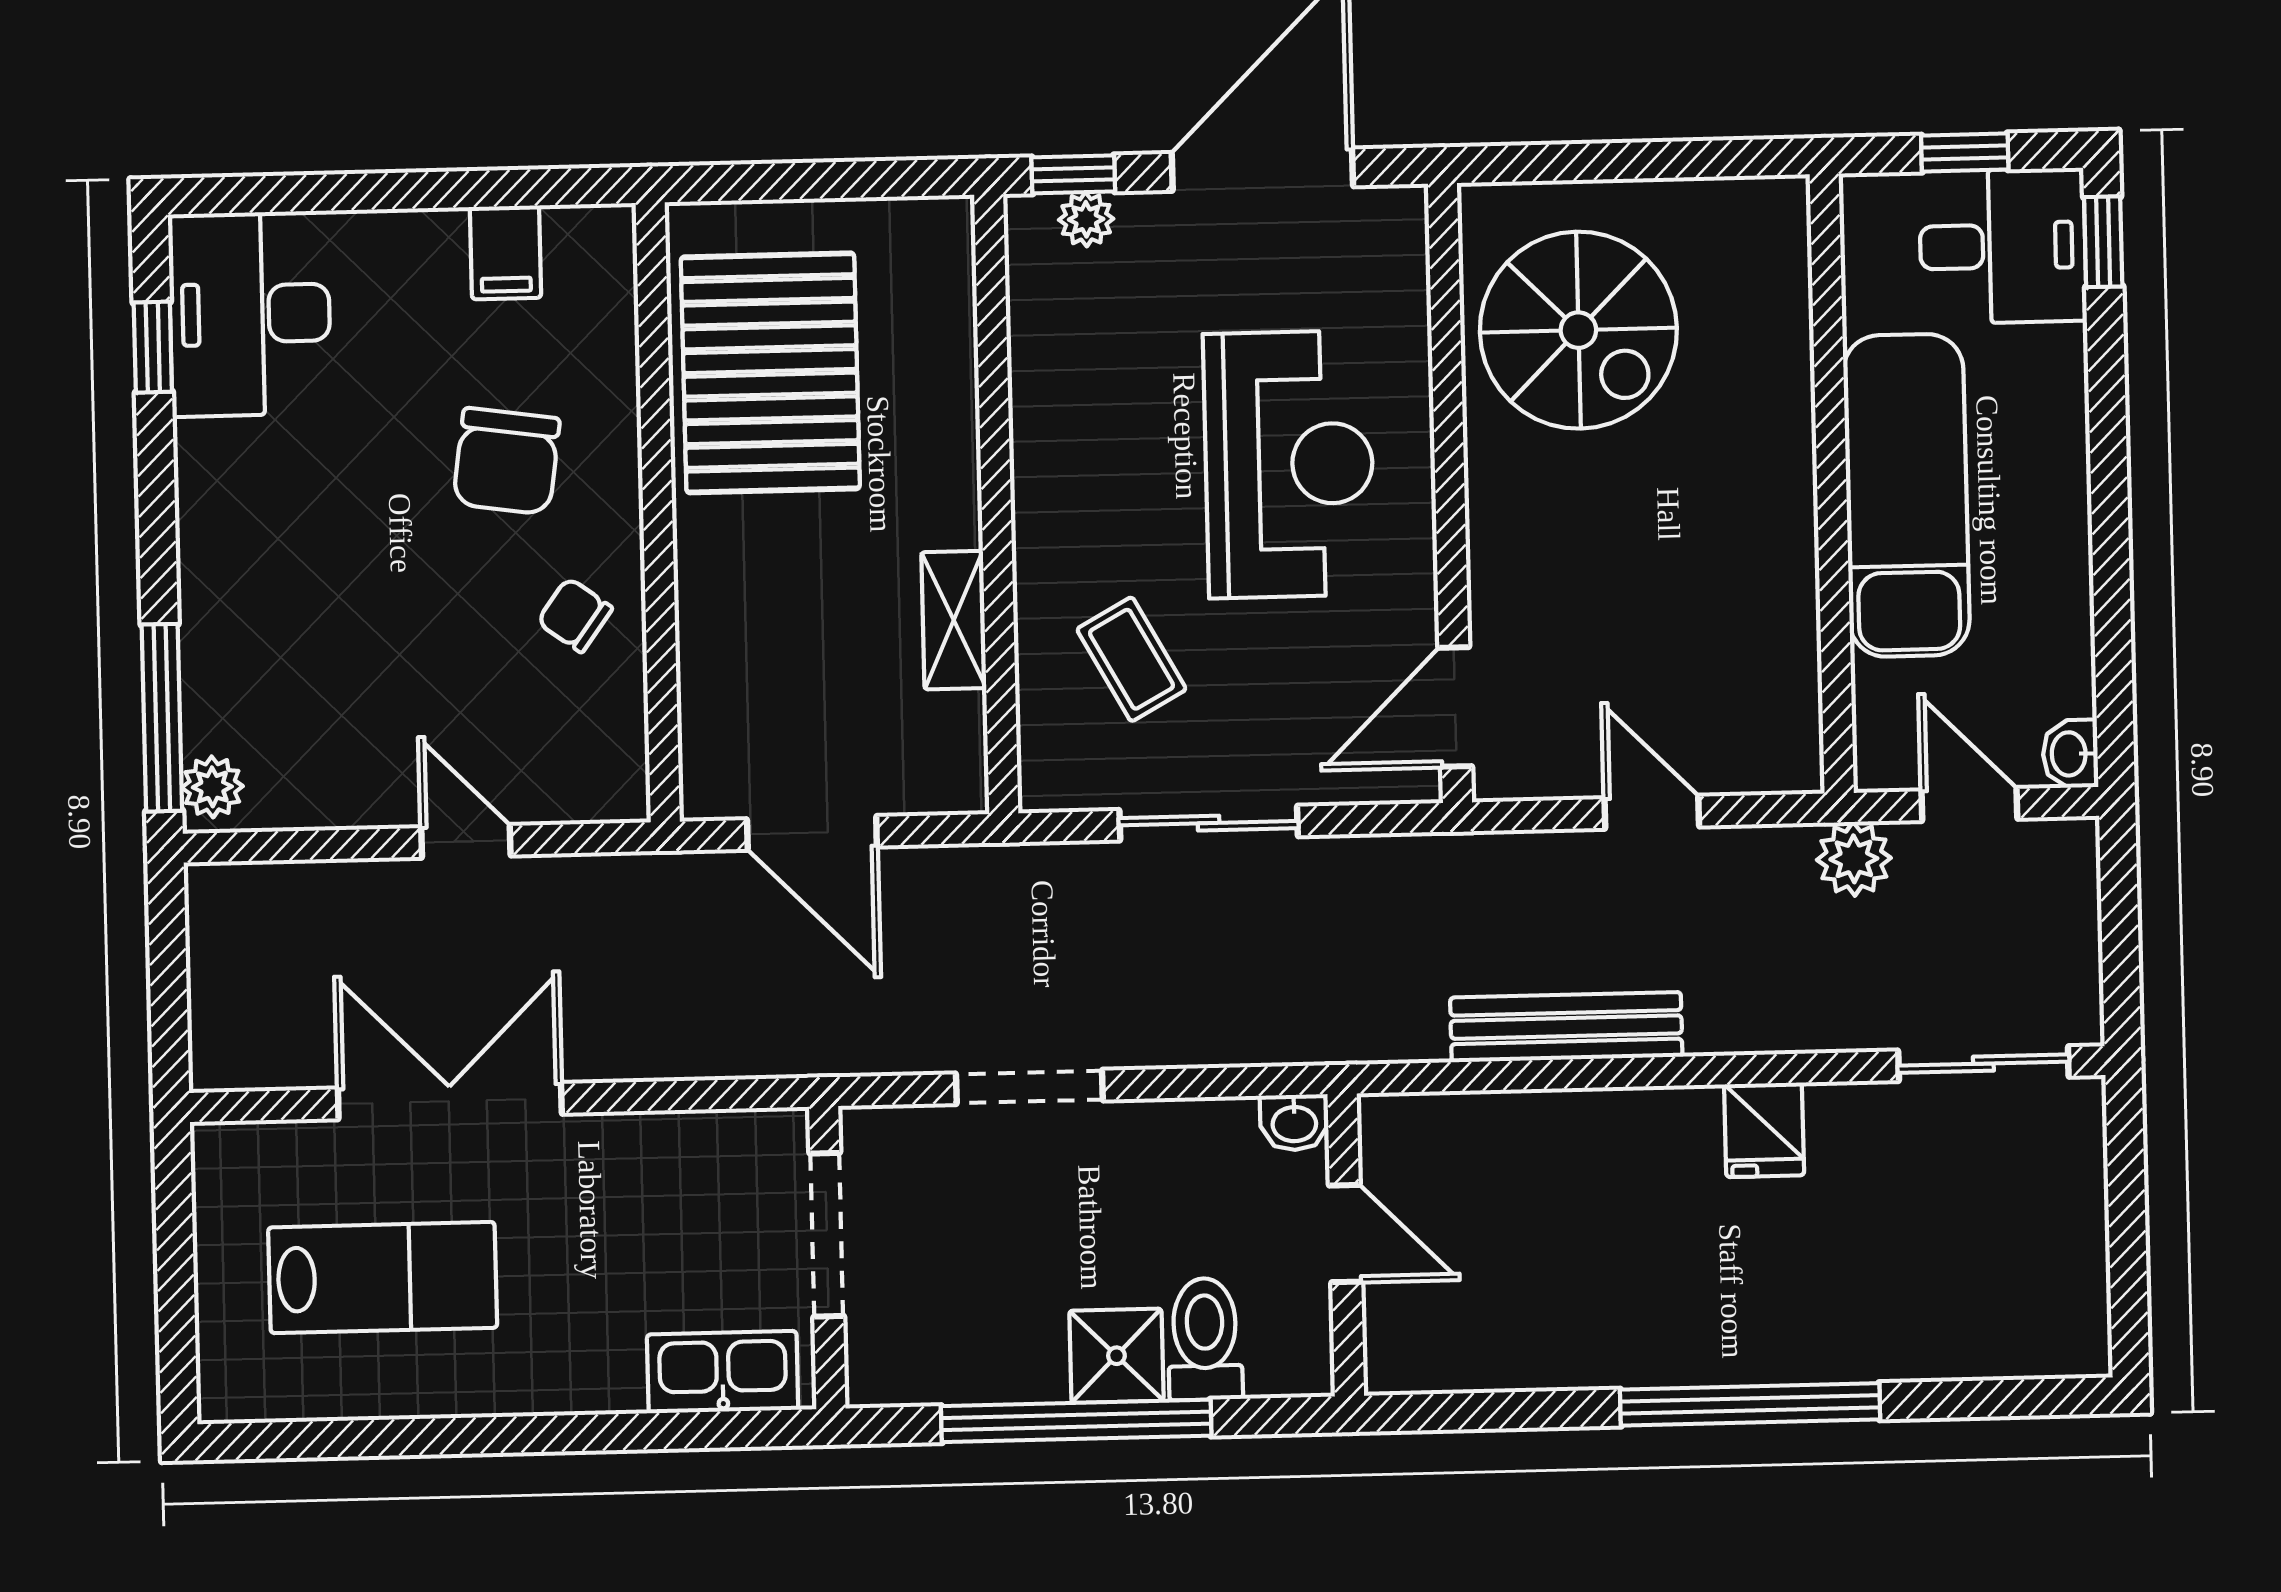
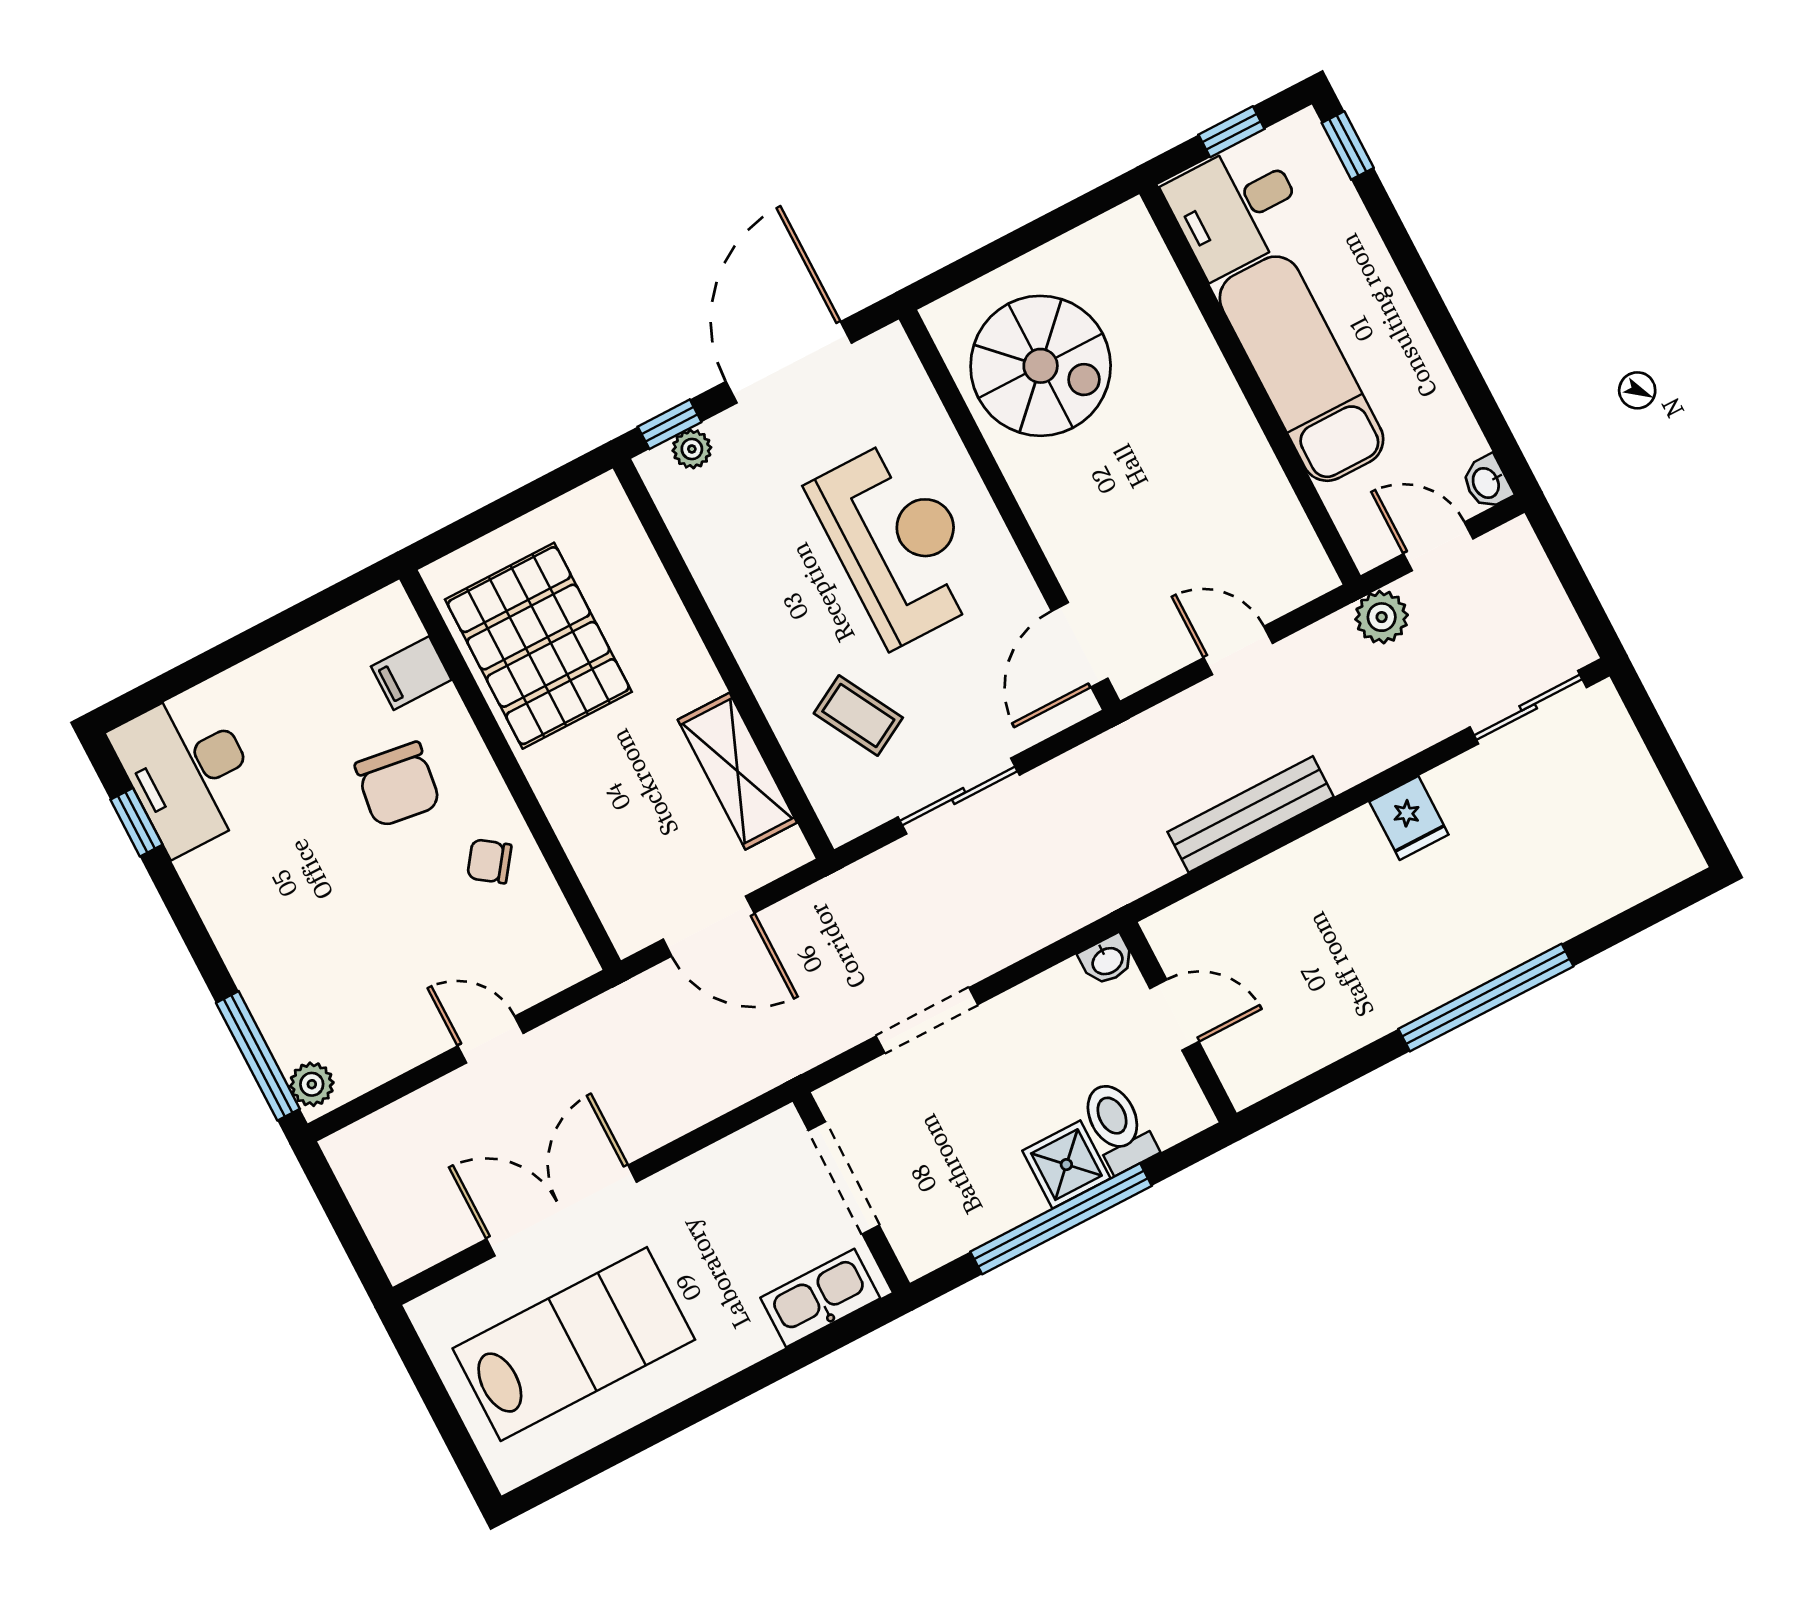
desk: (2003, 246) -> (1236, 208), moved, turned 180
filing cabinet: (506, 252) -> (411, 673), moved, turned 90
shelving: (954, 620) -> (737, 771), width x1.50, depth x1.33
lab bench: (383, 1278) -> (574, 1344), width x1.36, depth x1.39

